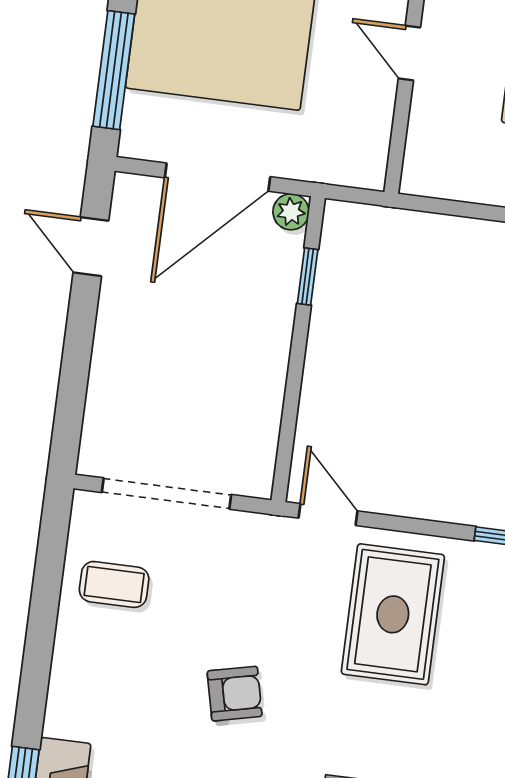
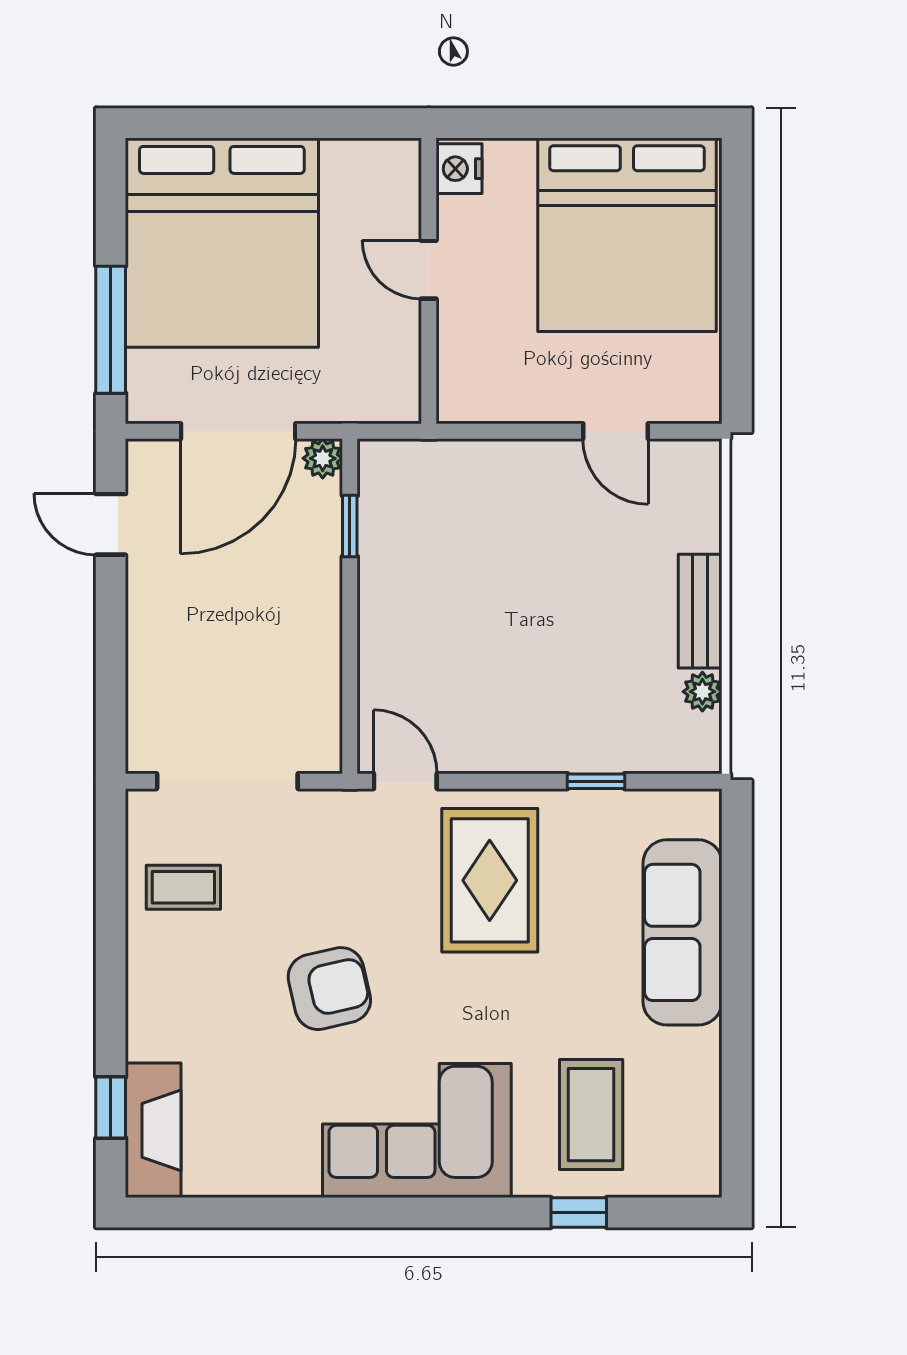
armchair: (235, 694) -> (329, 989), width x1.38, depth x1.38

